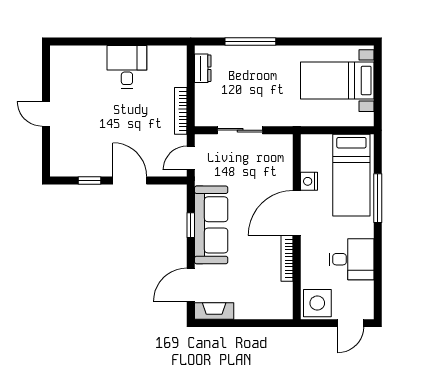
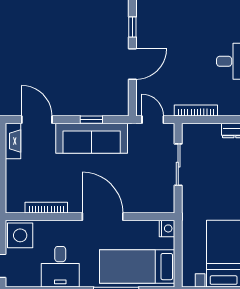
nightstand: (309, 181) -> (167, 228), moved, turned 90
bookcase: (287, 258) -> (46, 208), moved

